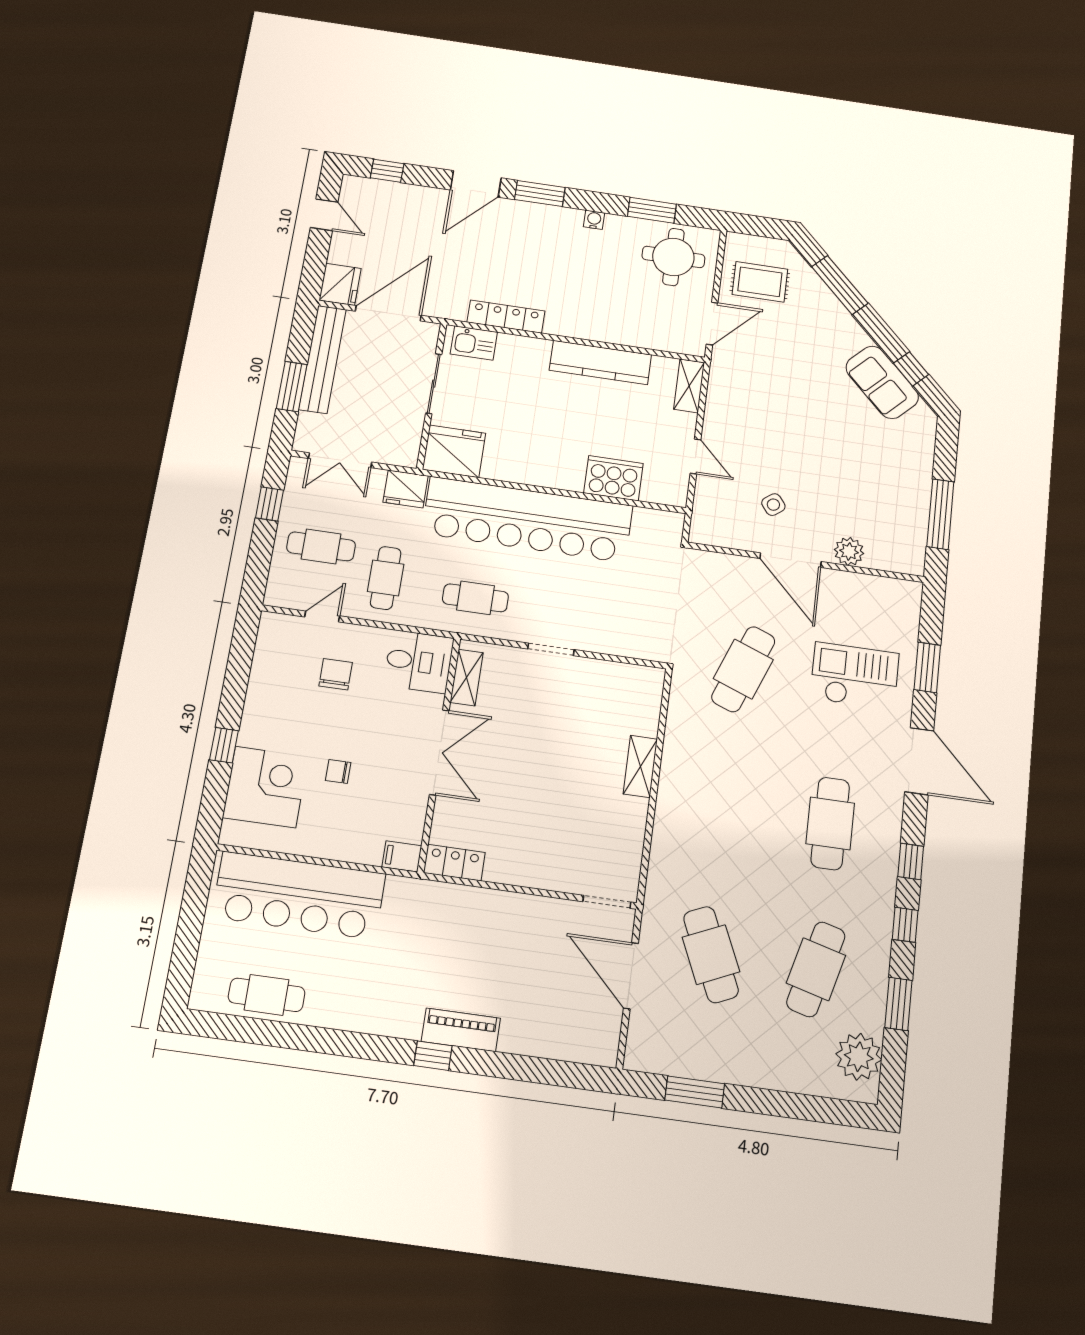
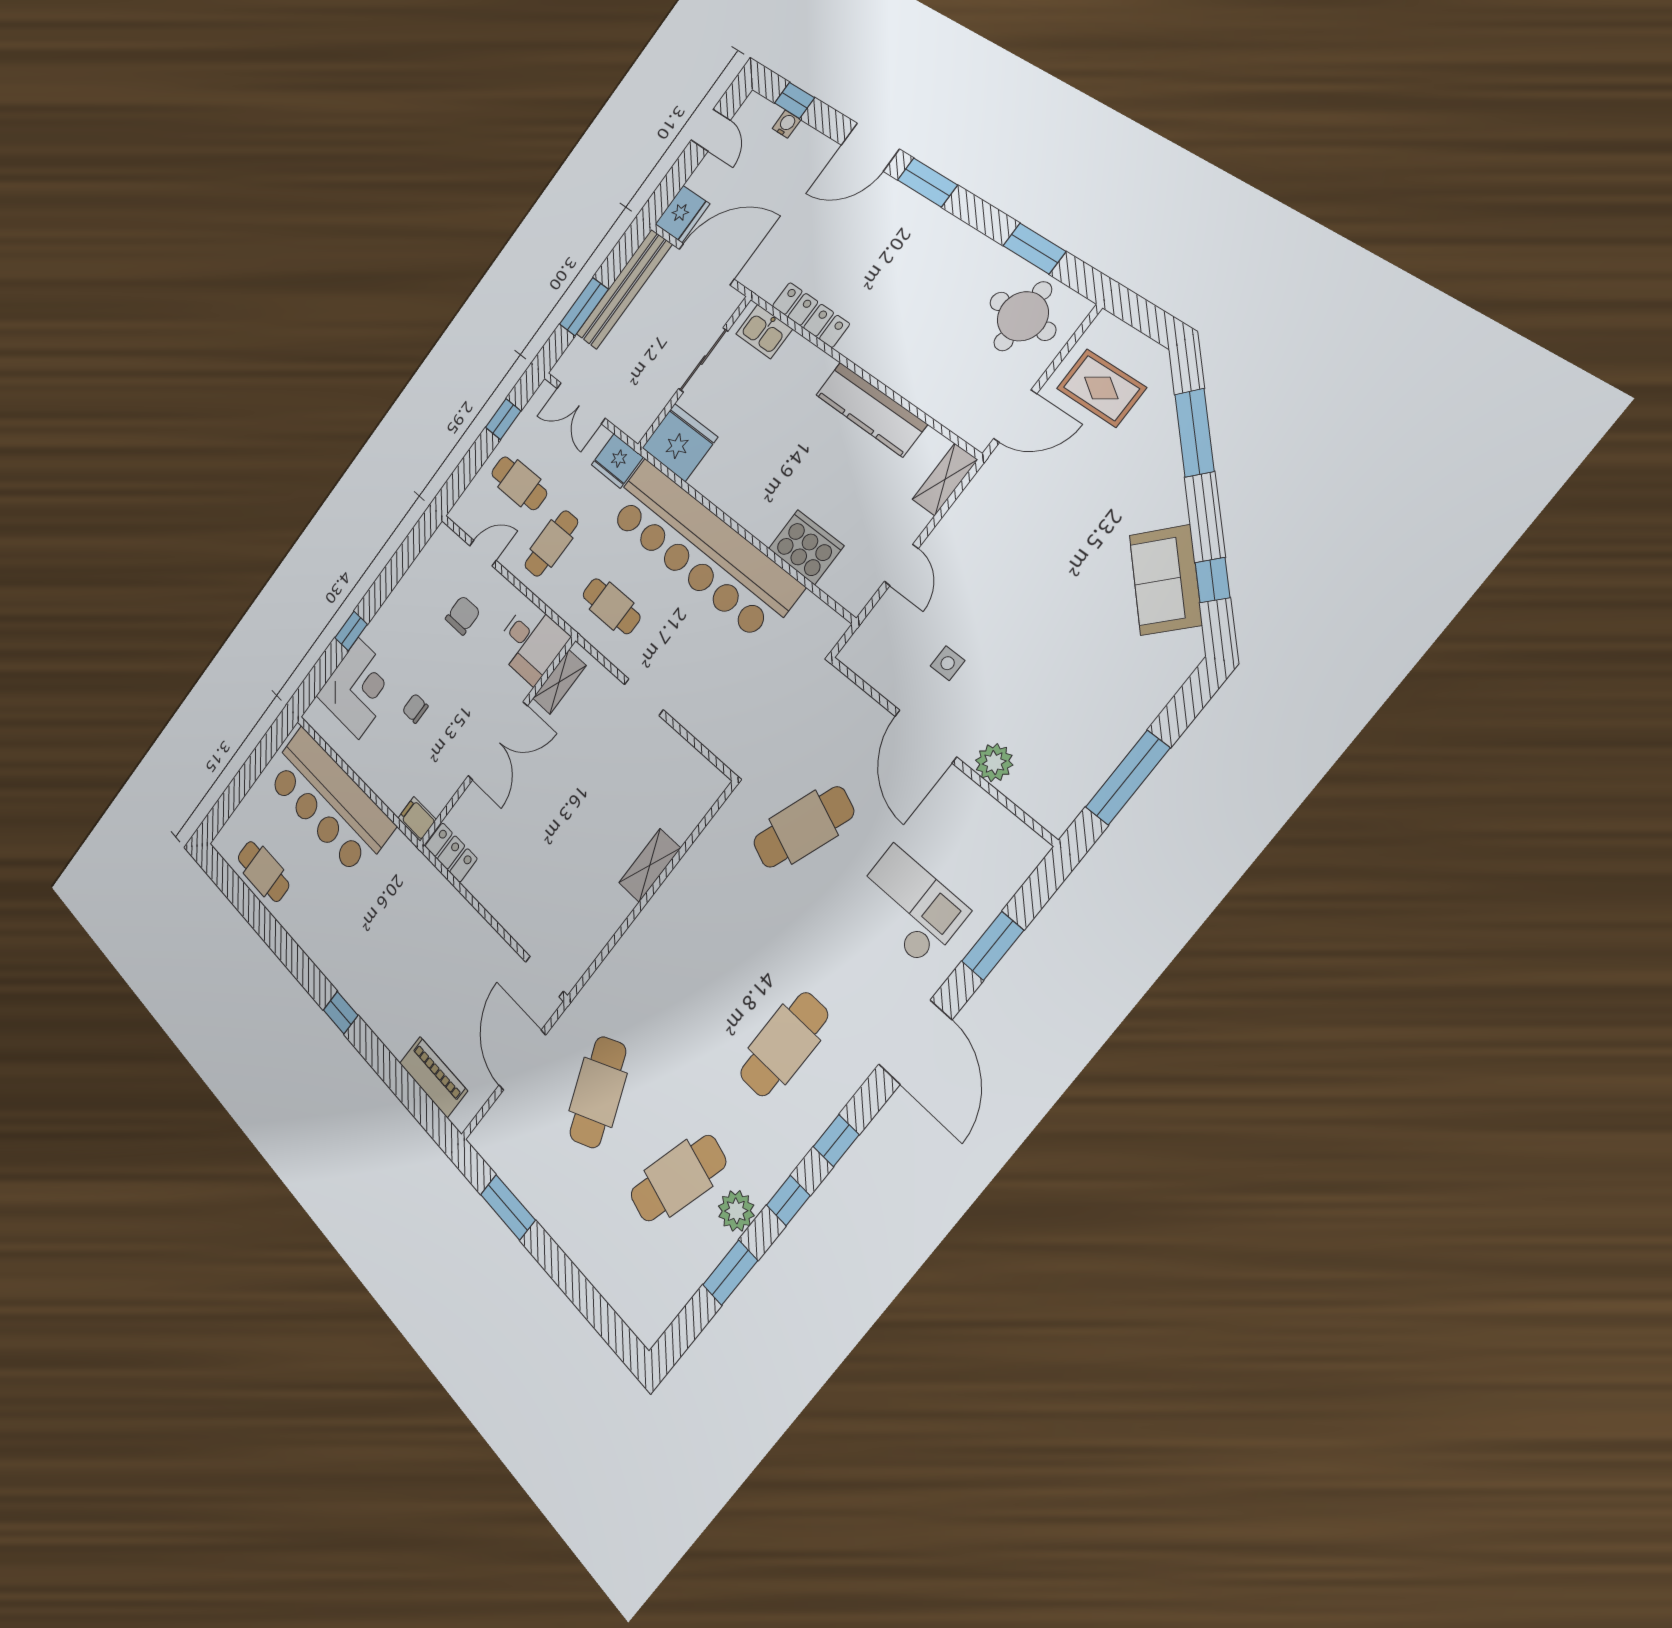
water cooler: (594, 220) -> (786, 124), moved
side table: (773, 505) -> (948, 663), turned 37
piano: (461, 1030) -> (433, 1077), moved
plant: (859, 1057) -> (736, 1211), moved, width x0.73, depth x0.73

